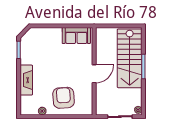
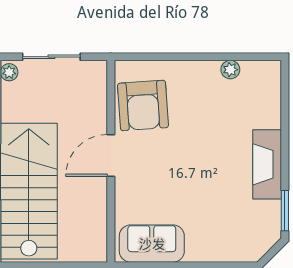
fireplace: (26, 80) -> (267, 164), moved
armchair: (64, 98) -> (143, 105), moved

